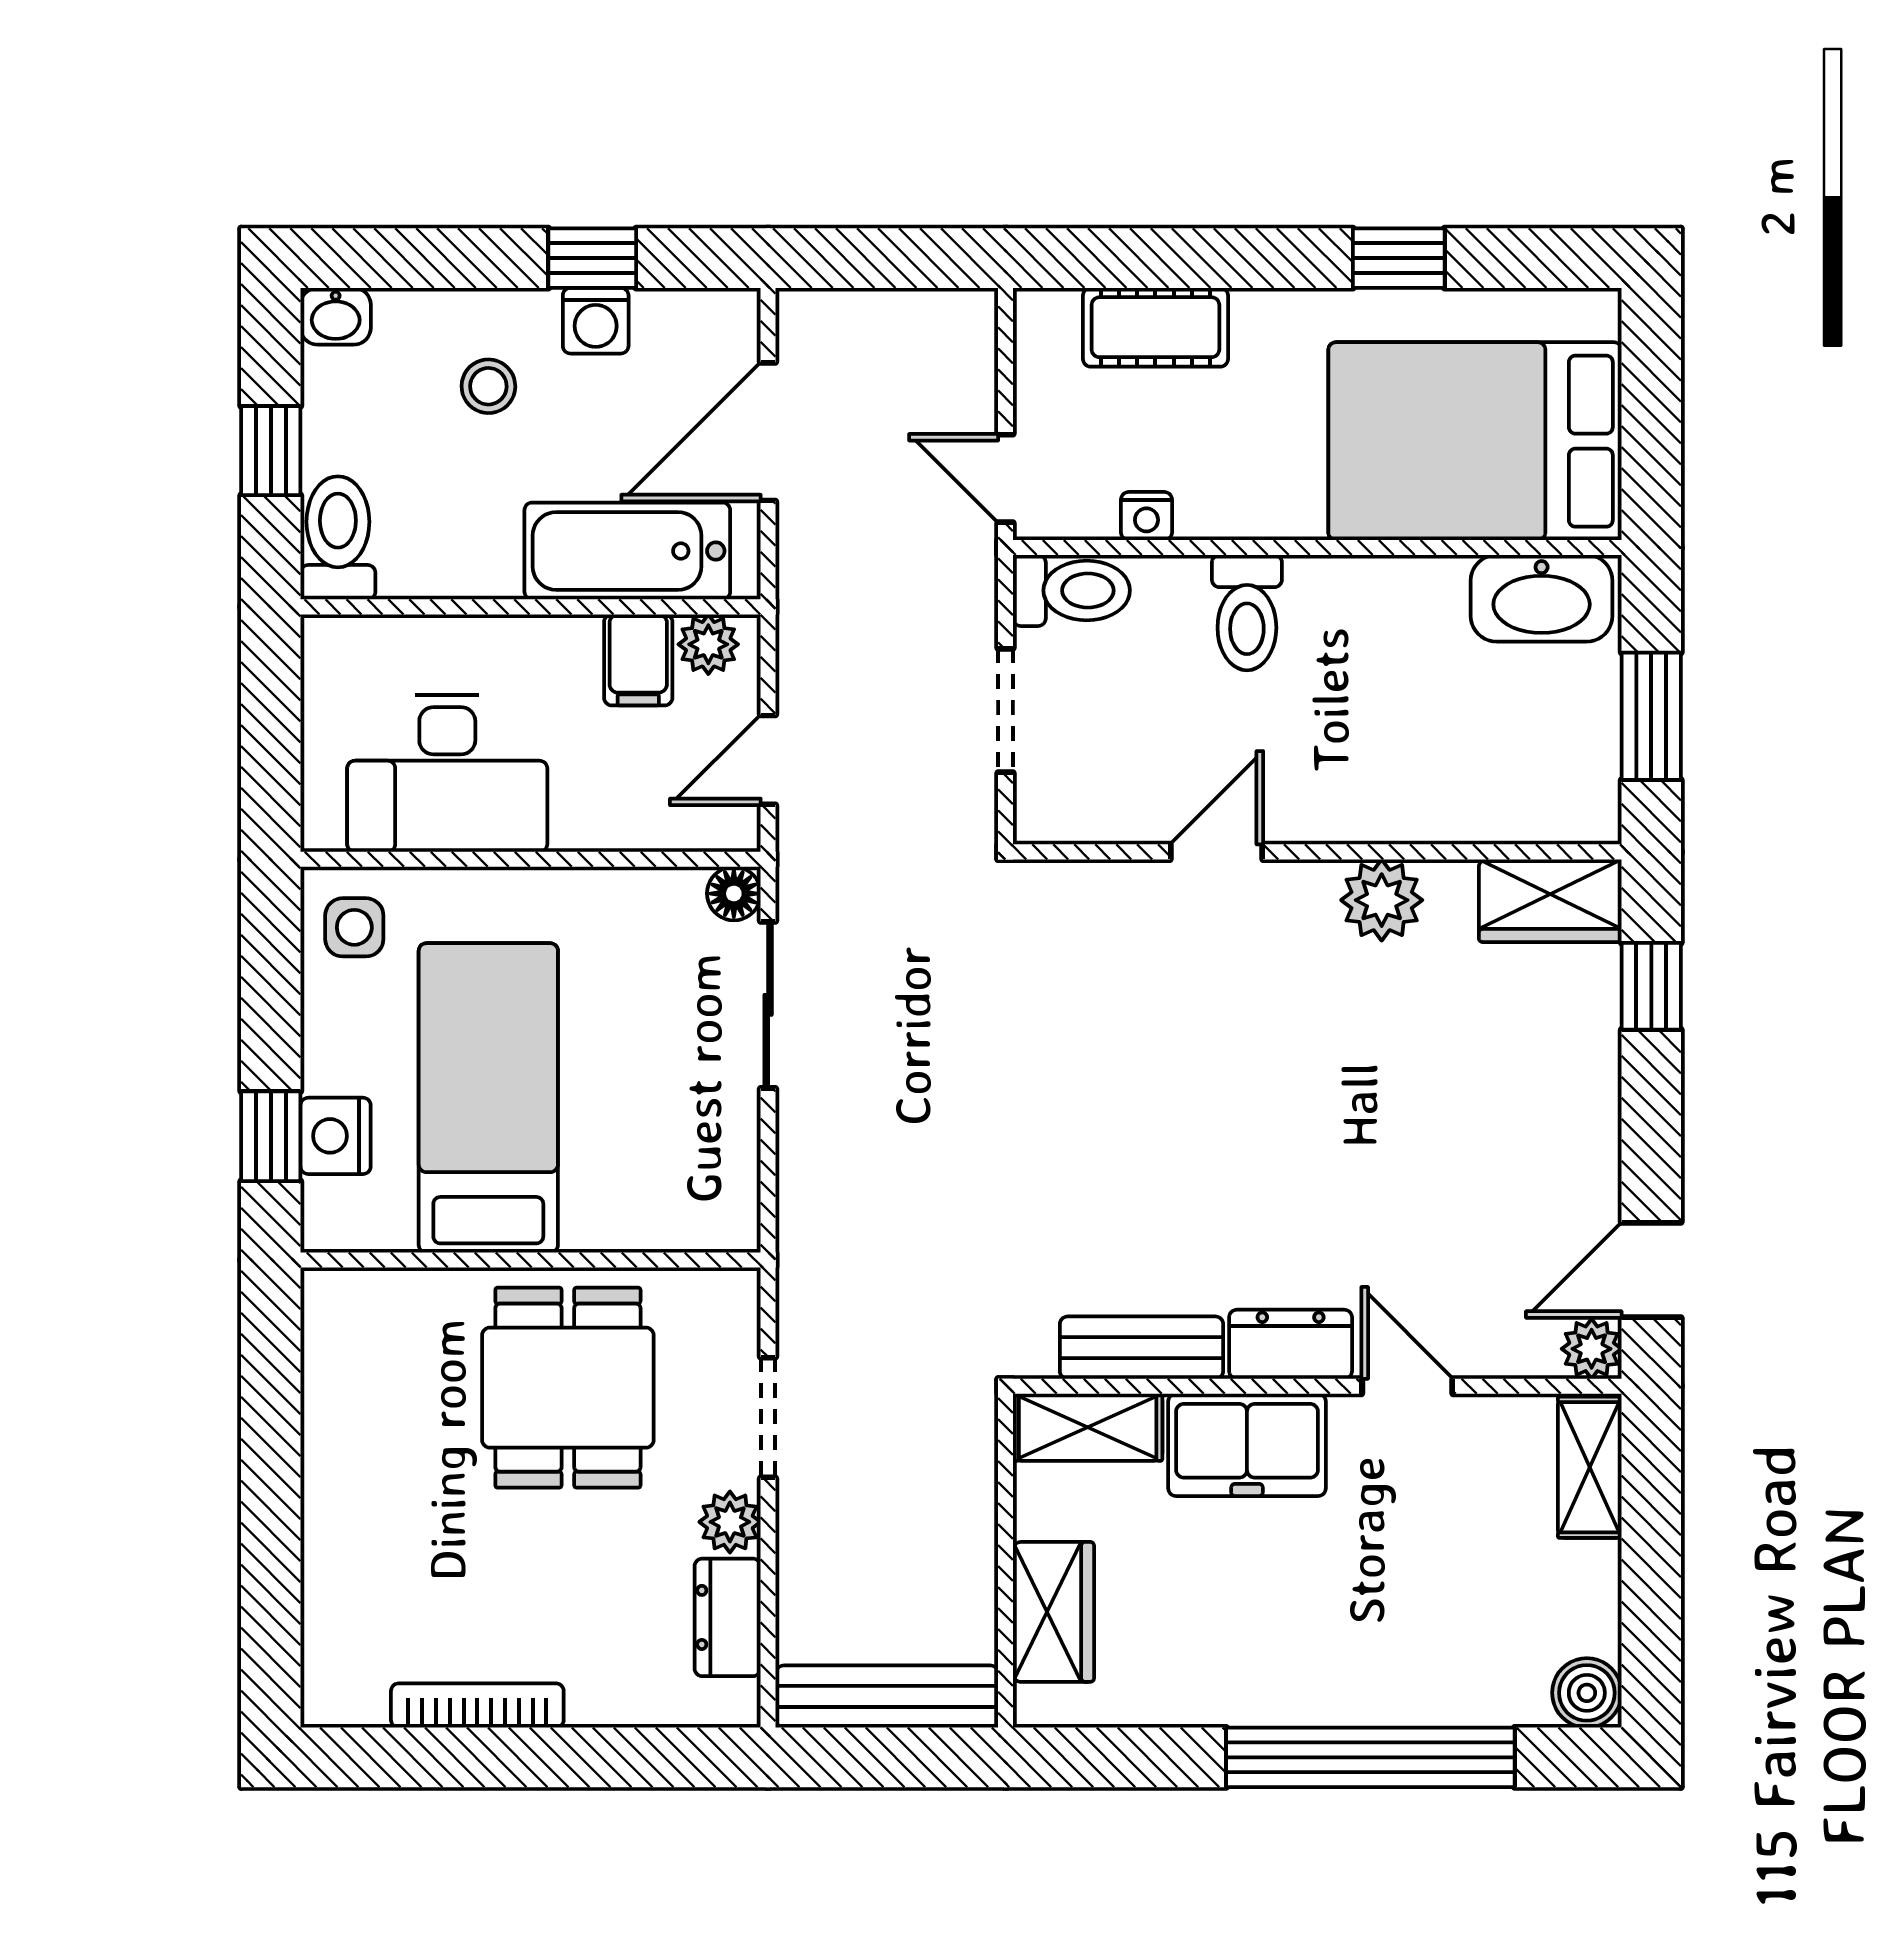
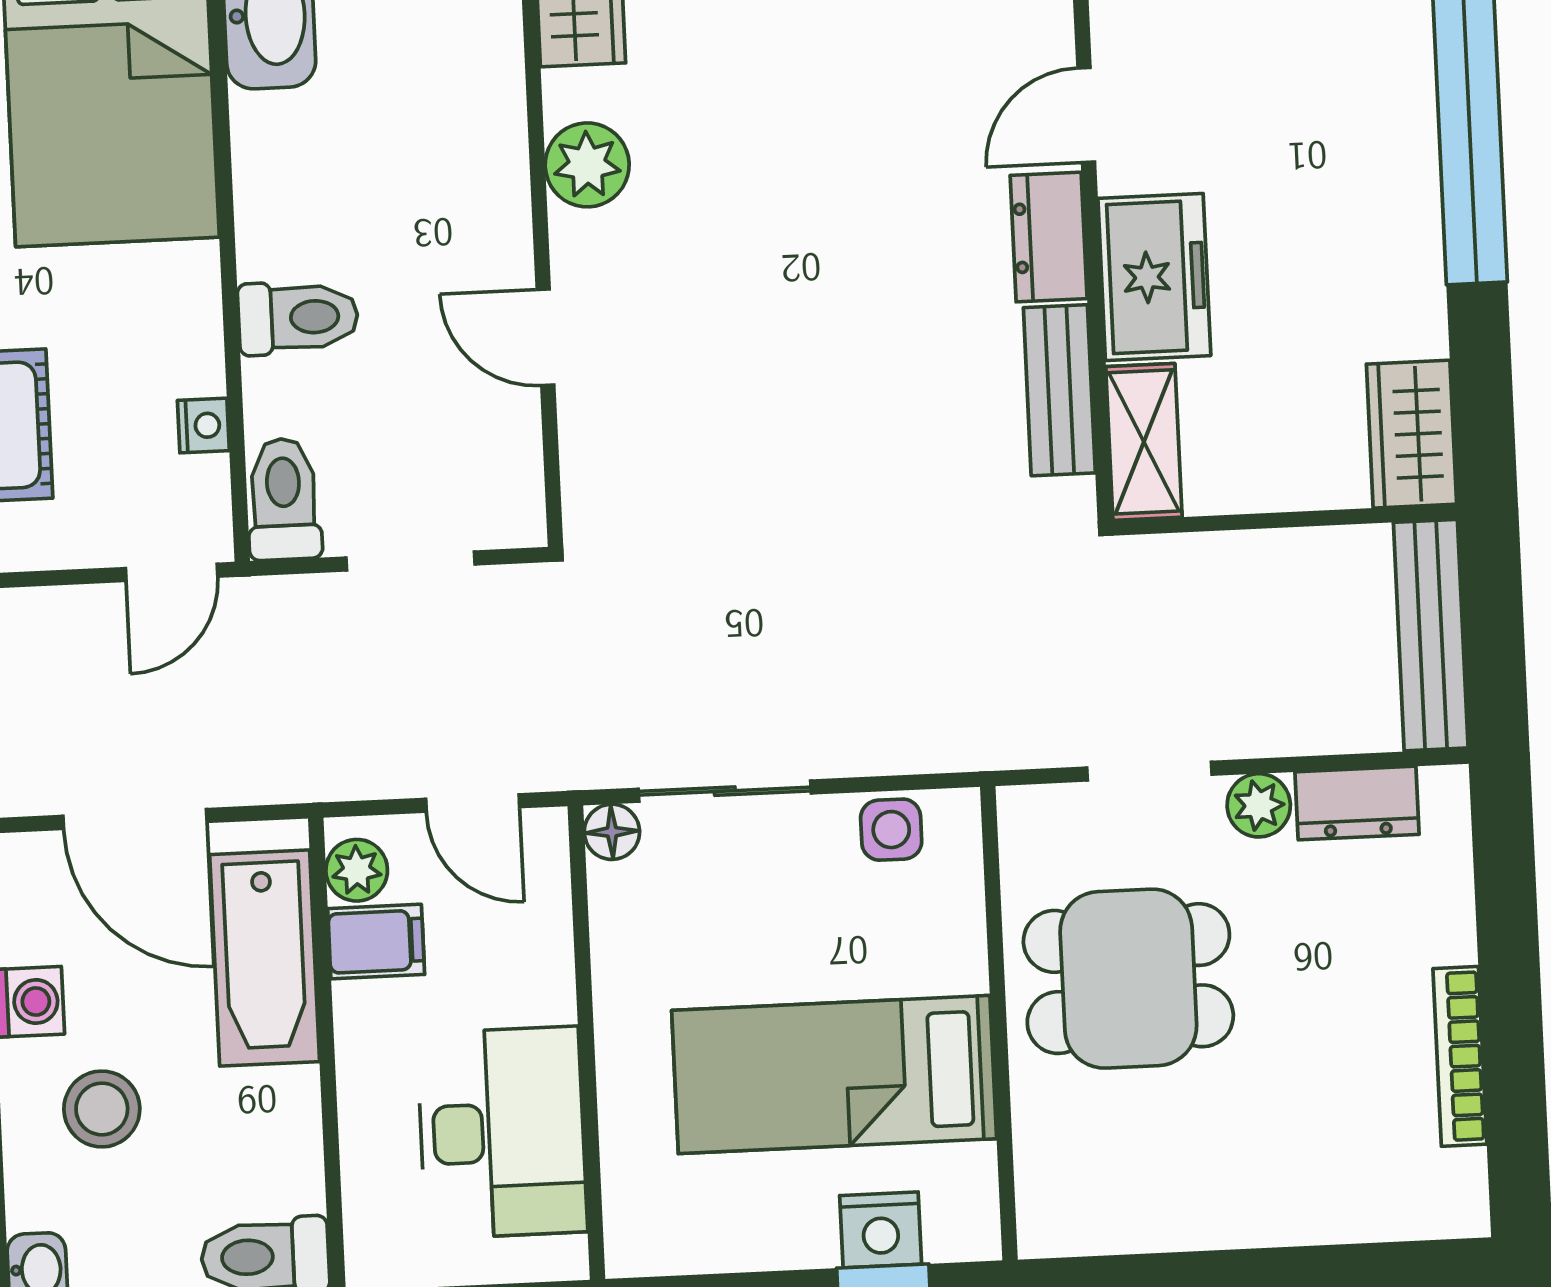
stool: (488, 386) -> (102, 1109), width x1.37, depth x1.37
side table: (354, 927) -> (891, 830), moved
wardrobe: (1054, 1612) -> (1411, 434), moved, turned -90

